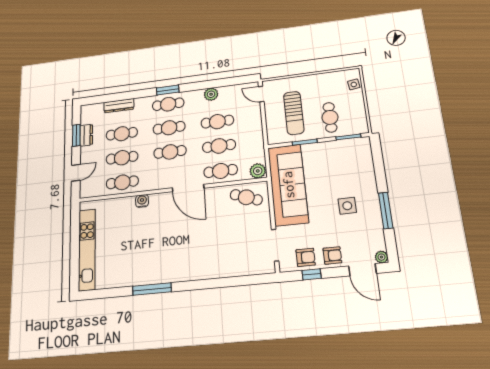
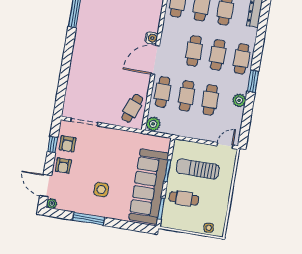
window: (168, 90) -> (253, 81), moved
sofa: (288, 185) -> (149, 187), moved, turned 90
water cooler: (142, 201) -> (151, 38), moved
door: (362, 270) -> (46, 186), hinge flipped

